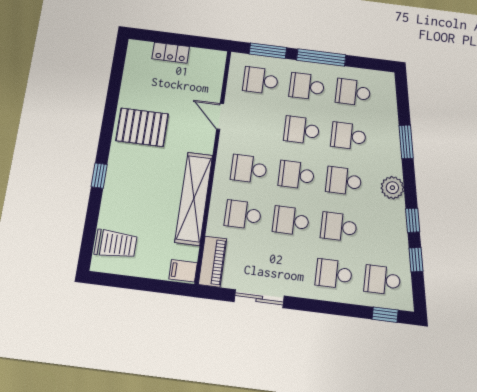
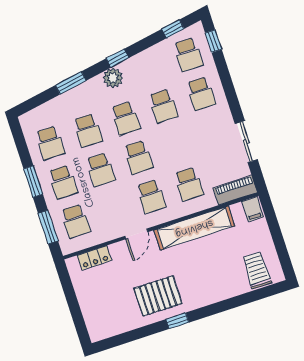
locker: (171, 53) -> (94, 258), moved, turned 90
window: (321, 57) -> (33, 182), width x0.69
door: (220, 116) -> (136, 234), moved
pallet: (142, 127) -> (158, 296), turned 90
window: (99, 176) -> (177, 321), moved
window: (413, 220) -> (118, 58), moved
school desk: (291, 221) -> (176, 145), removed
window: (416, 260) -> (173, 29), moved

